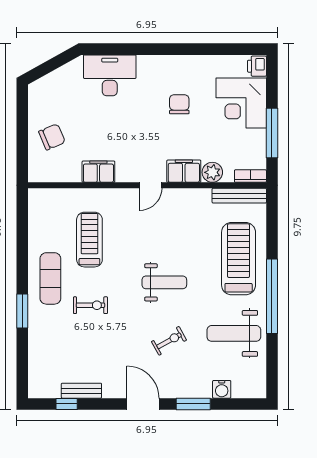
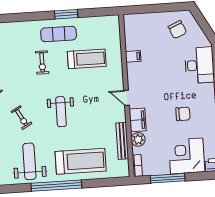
chair: (52, 137) -> (177, 30), moved
filing cabinet: (98, 172) -> (133, 56), width x0.50
bench: (239, 196) -> (122, 141), moved
window: (22, 311) -> (66, 14), moved

